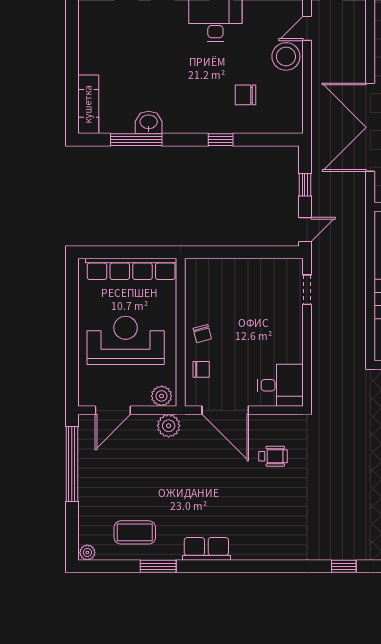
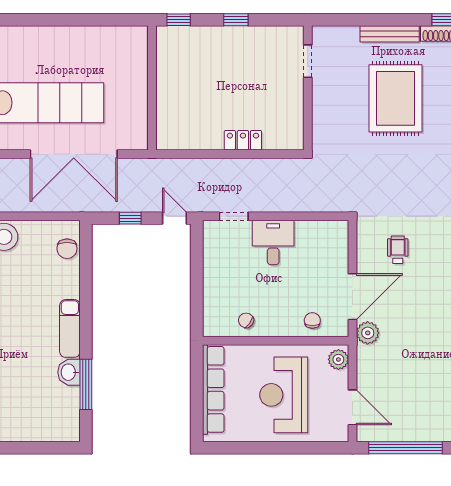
chair: (245, 95) -> (67, 249), moved
exam couch: (88, 104) -> (70, 328), moved, turned -90
window: (221, 140) -> (86, 301), removed
chair: (202, 334) -> (246, 320), moved, turned -129
desk: (280, 385) -> (273, 242), moved
plant: (169, 426) -> (368, 333), moved

